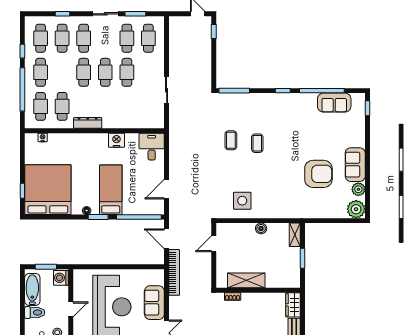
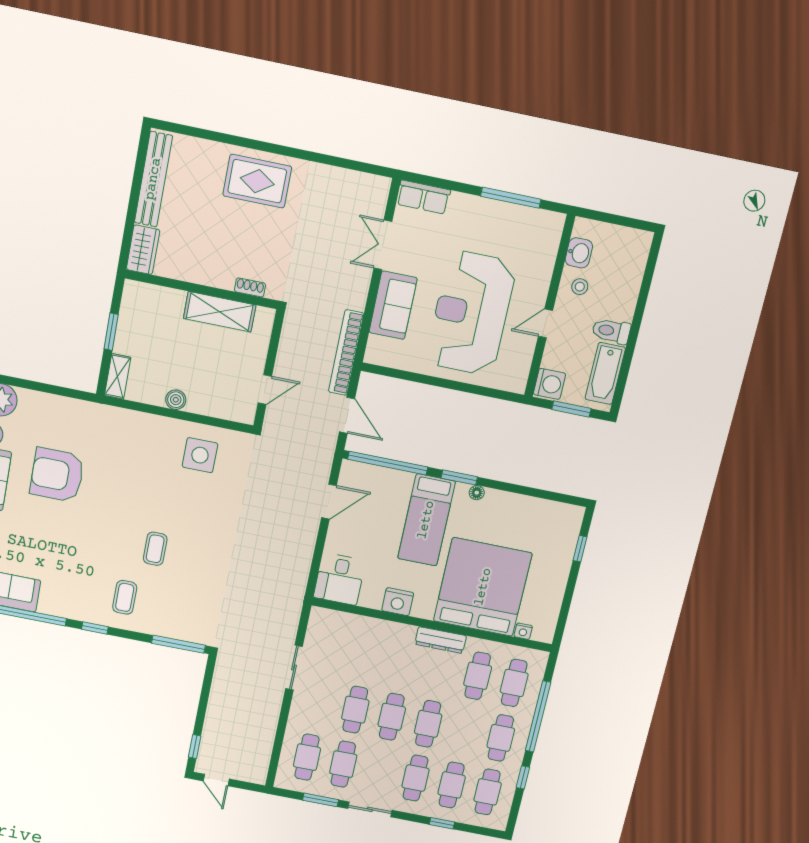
coffee table: (231, 140) -> (125, 597), moved
bed: (48, 190) -> (483, 587), moved, turned 180

